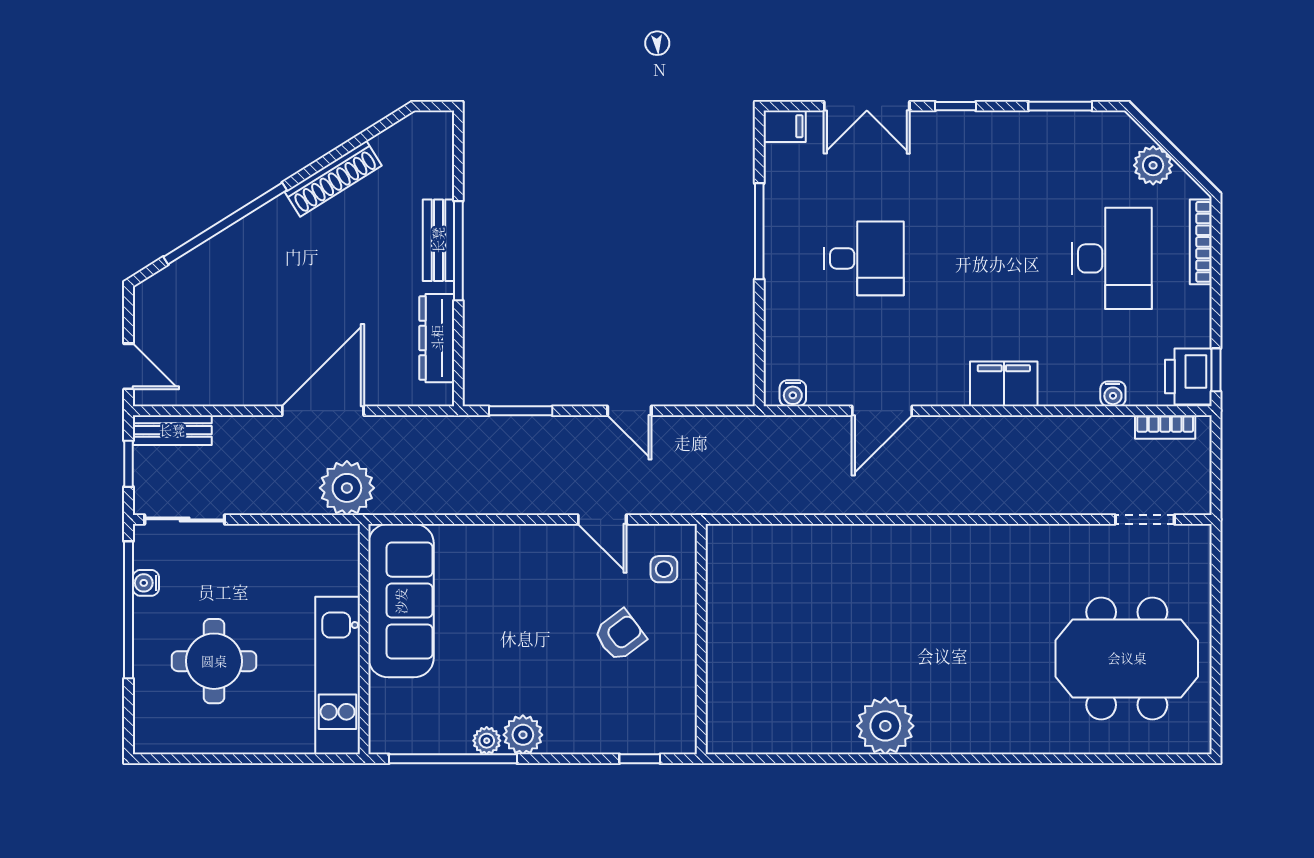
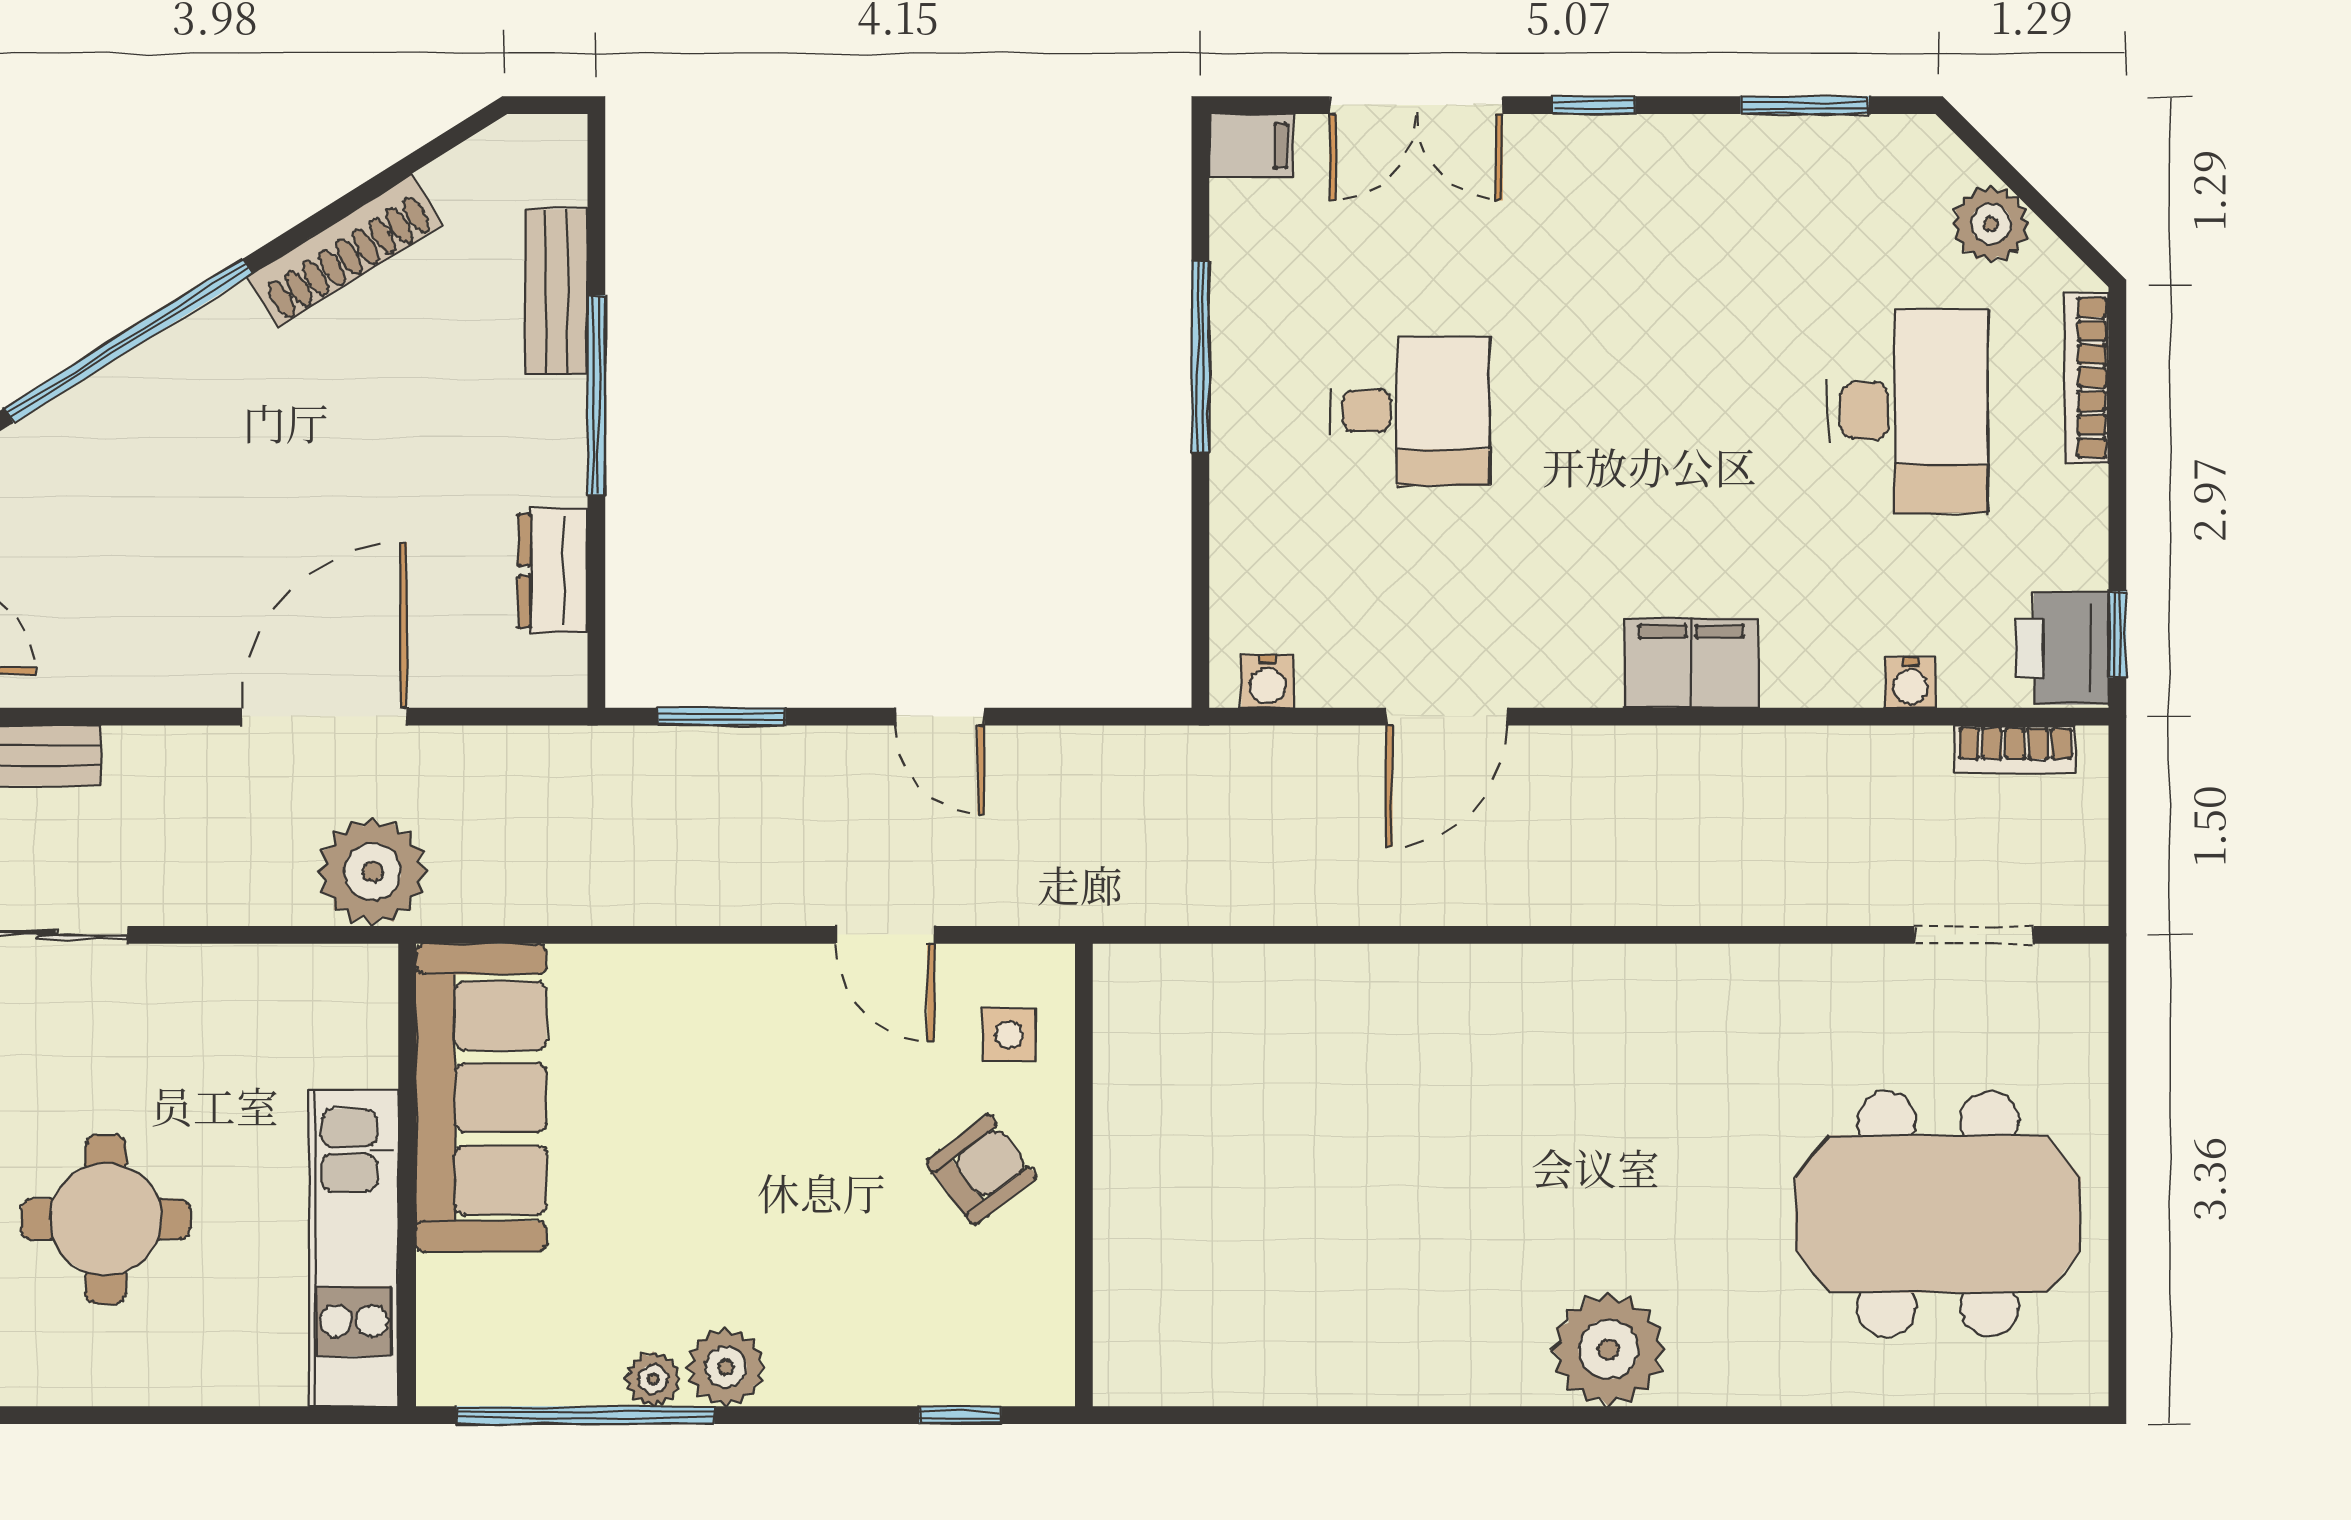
bench: (438, 240) -> (556, 292), moved
dresser: (437, 338) -> (553, 571), width x0.70
armchair: (620, 635) -> (981, 1170), moved
plant: (885, 726) -> (1608, 1349), moved

